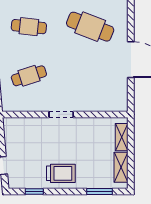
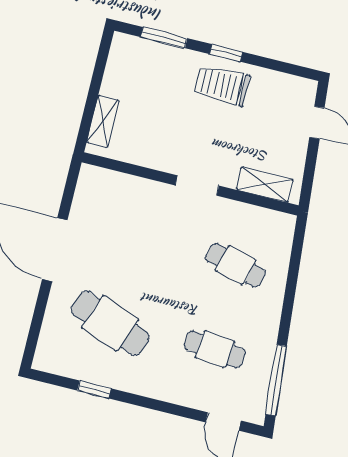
cafe table: (29, 76) -> (236, 265), turned 33
shelving: (121, 167) -> (265, 185), moved, turned 90
window: (34, 192) -> (226, 53), moved

